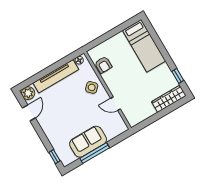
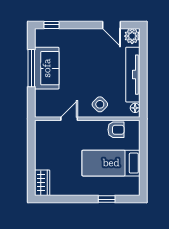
bed: (144, 46) -> (111, 163), moved
armchair: (103, 65) -> (116, 130), turned 180
window: (178, 76) -> (107, 199), moved
wardrobe: (169, 99) -> (42, 183), width x0.67

